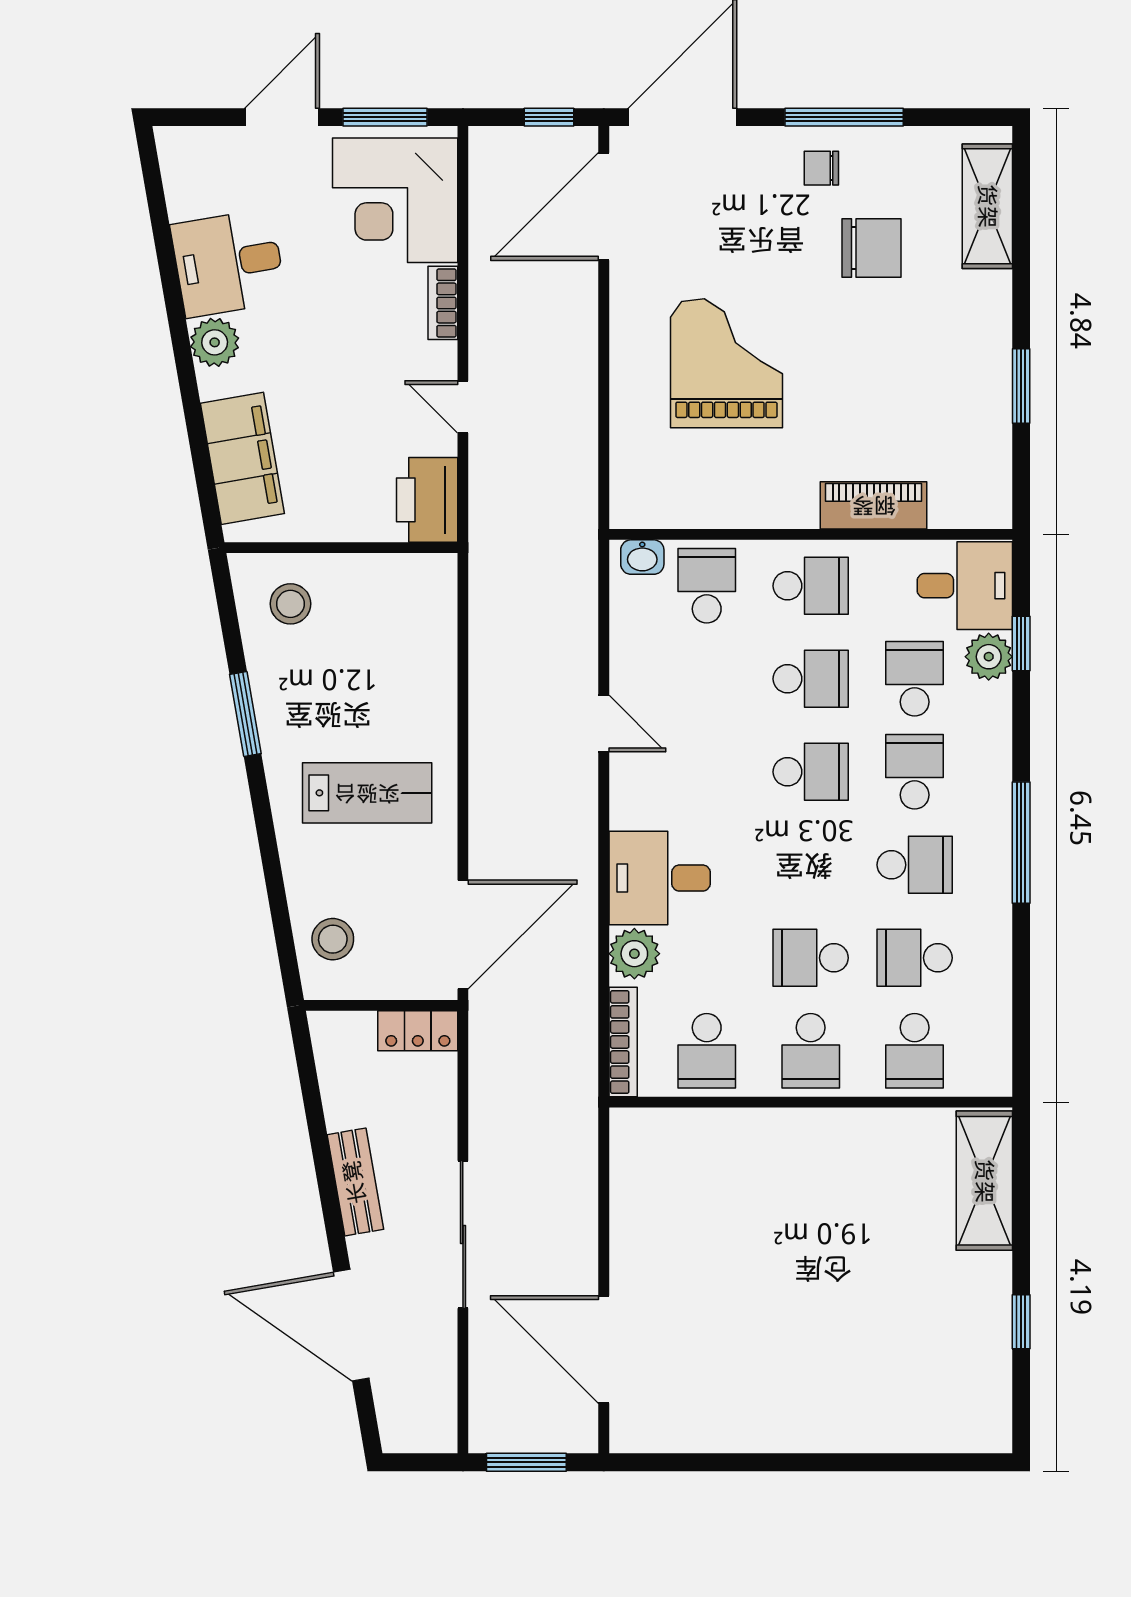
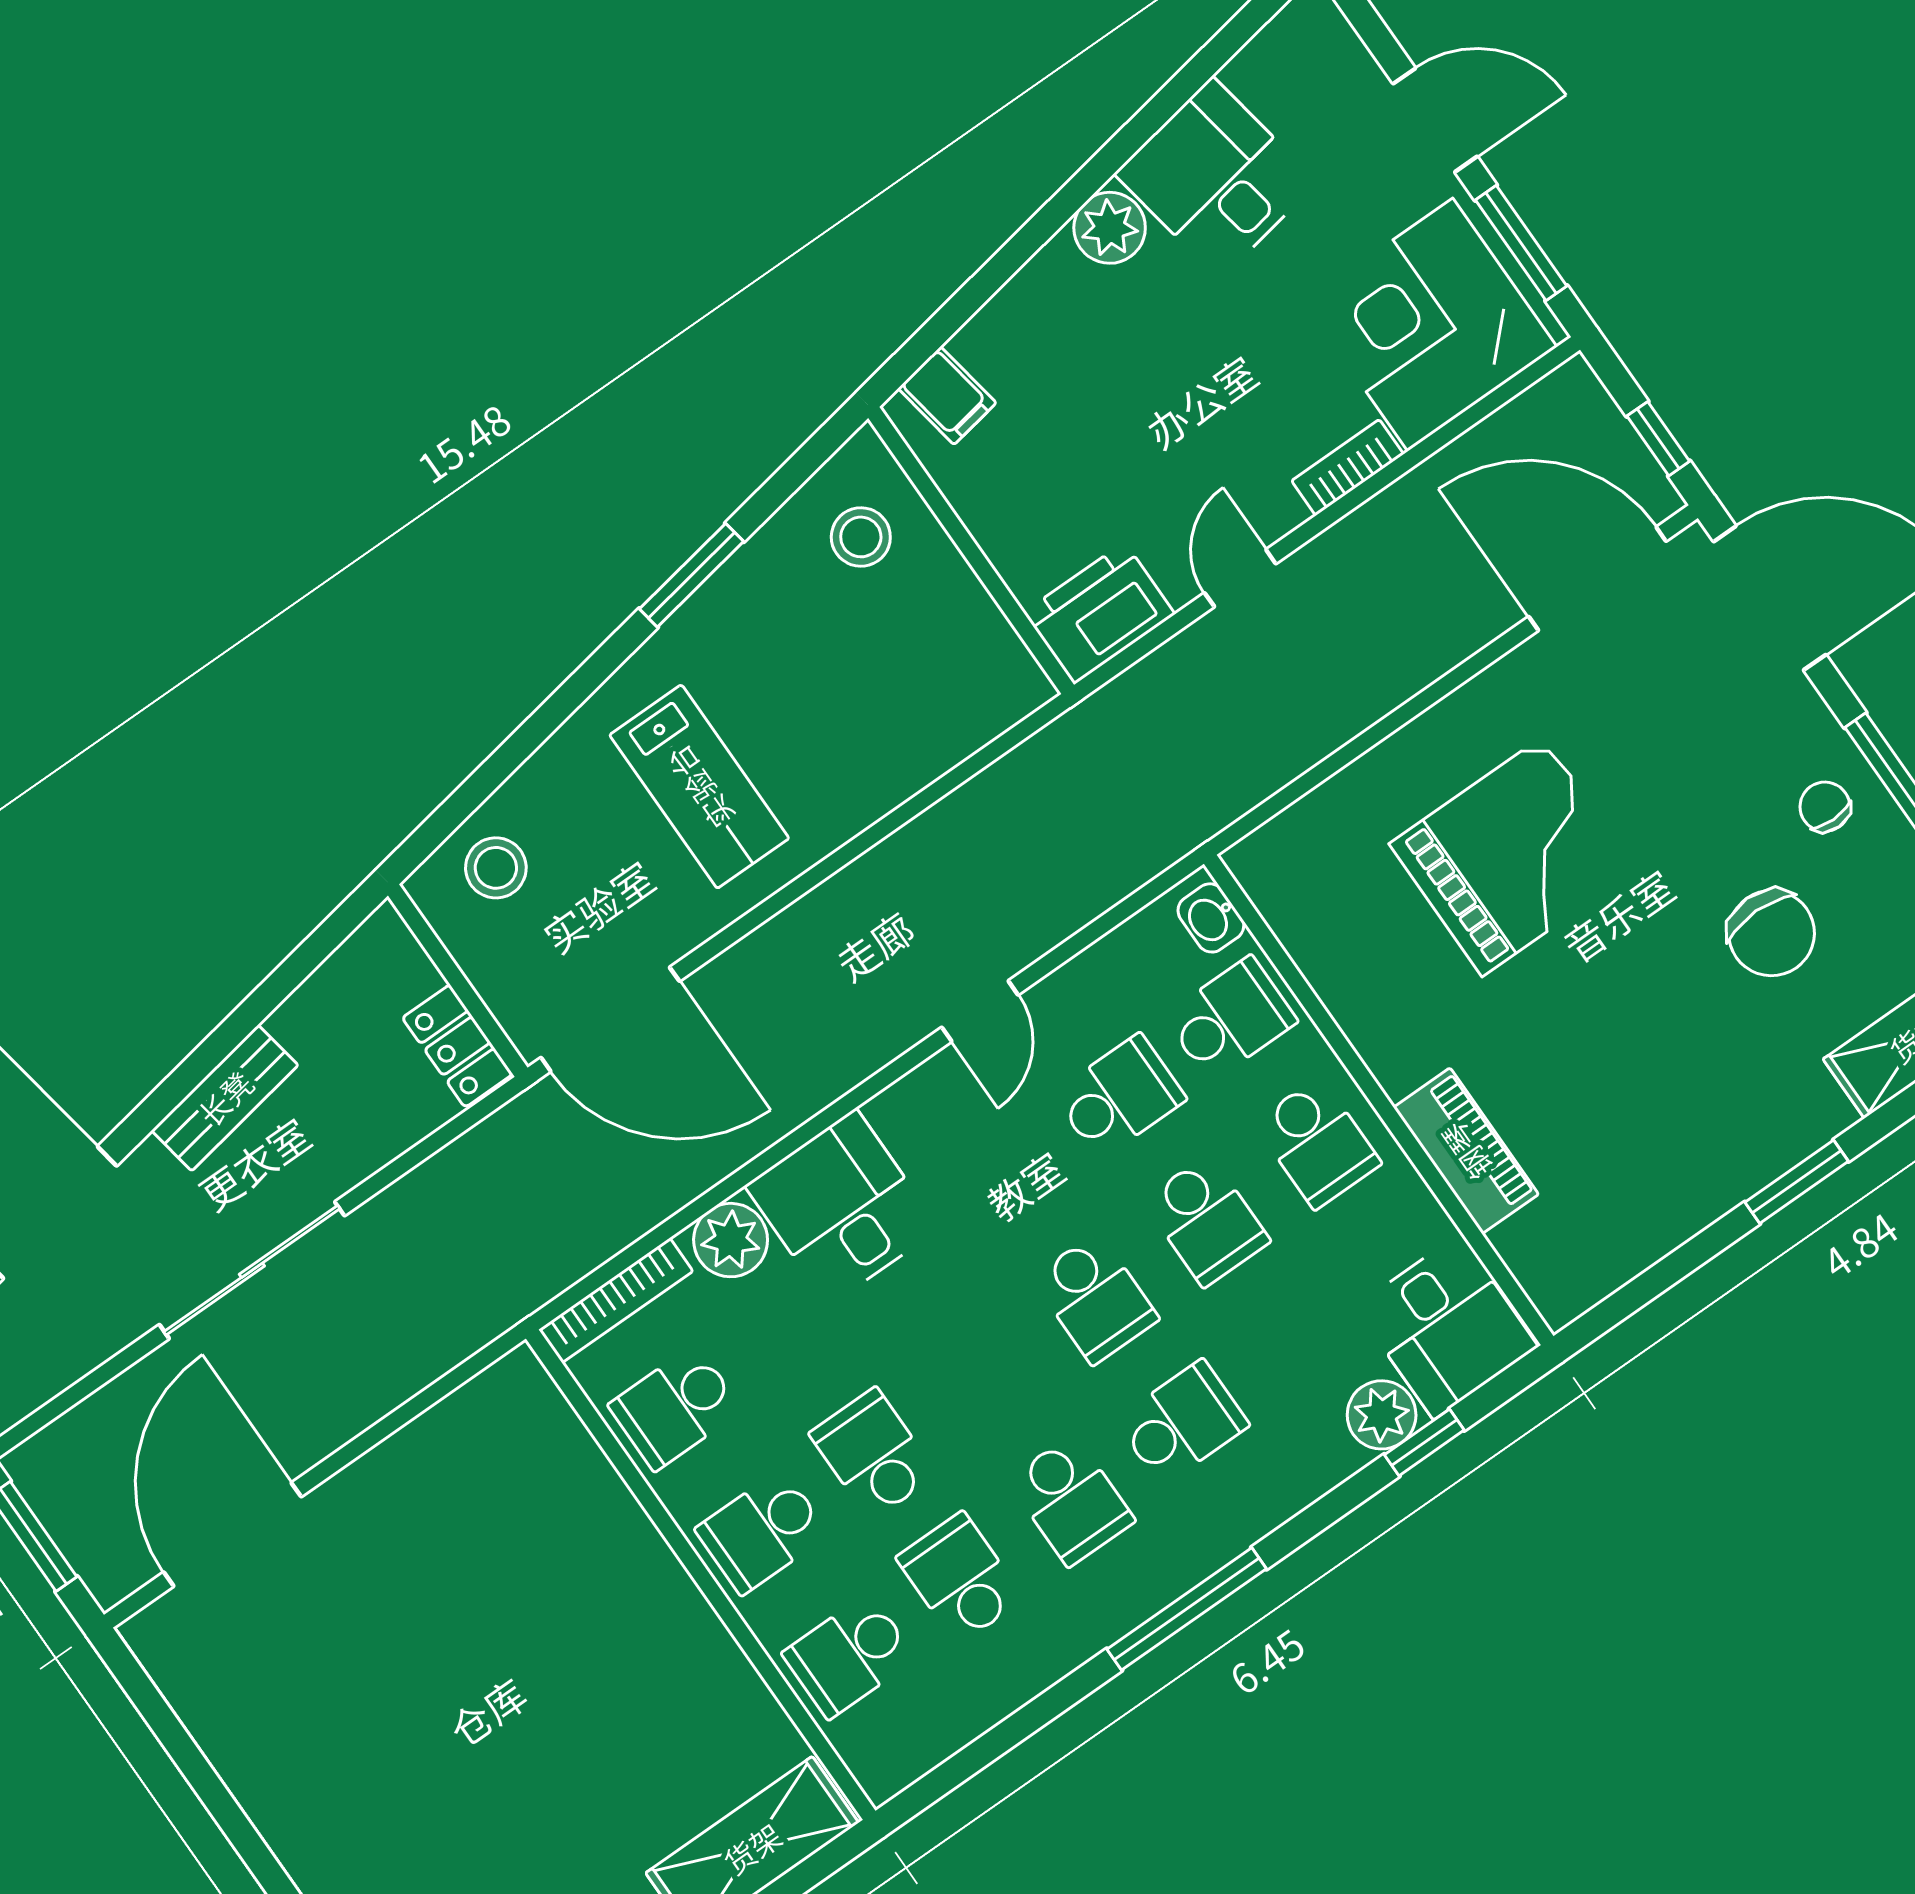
window: (1021, 386) -> (1797, 1182), moved
filing cabinet: (242, 458) -> (947, 395), width x0.33, depth x0.86
school desk: (915, 679) -> (1119, 1097), moved

